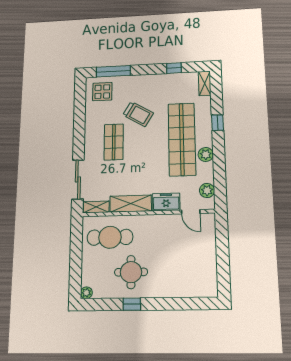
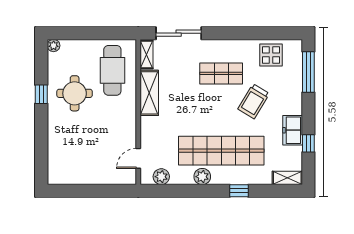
display table: (102, 92) -> (271, 55), moved
freezer: (166, 202) -> (293, 130), moved, turned 180

